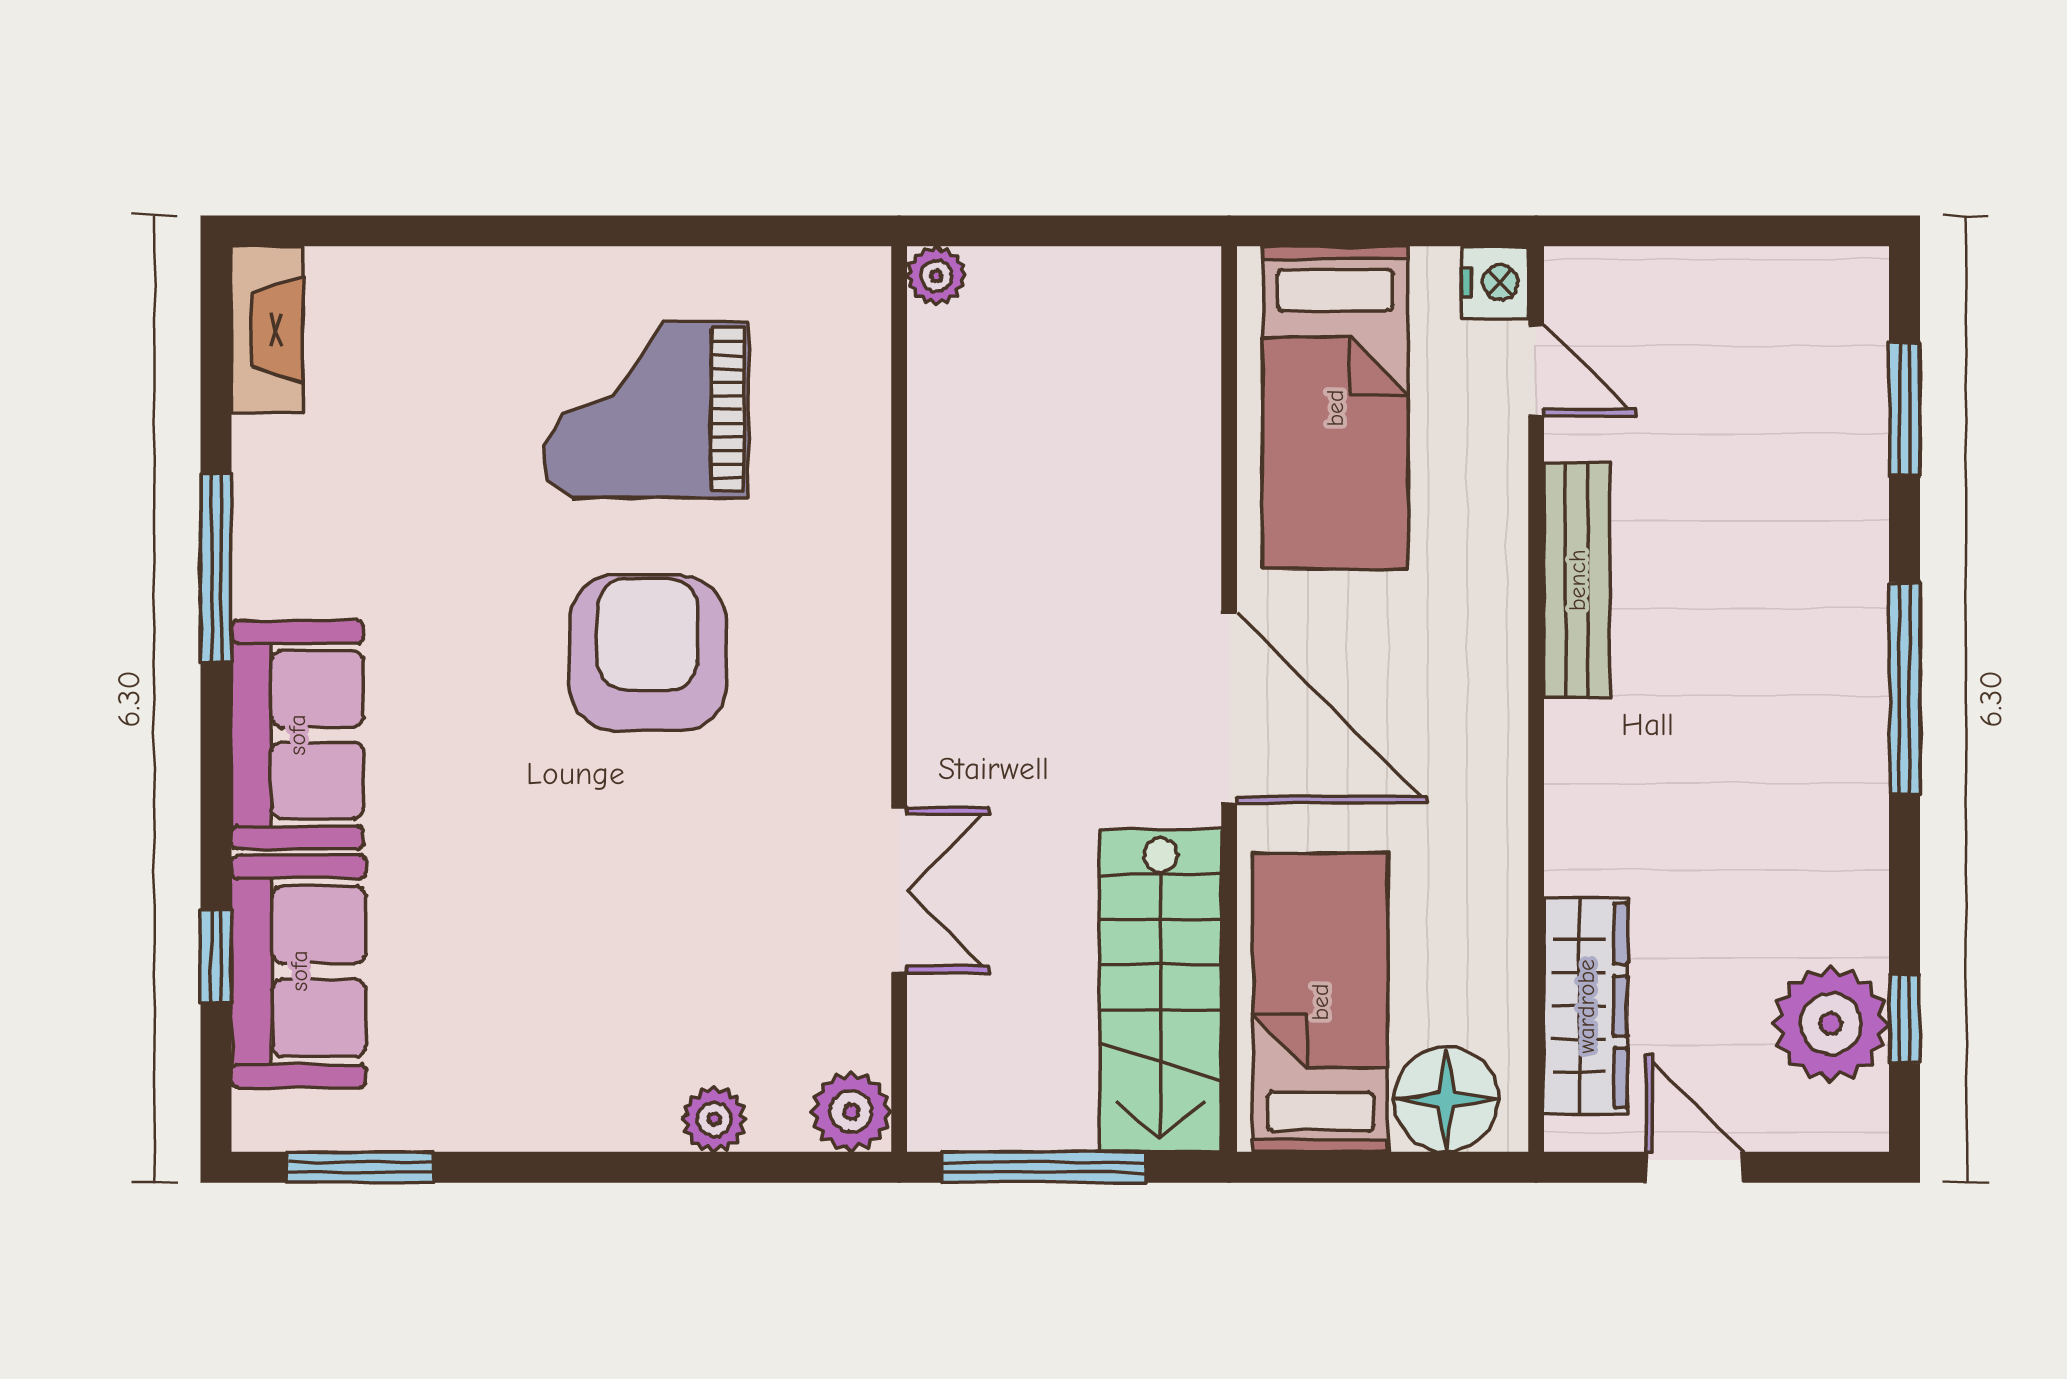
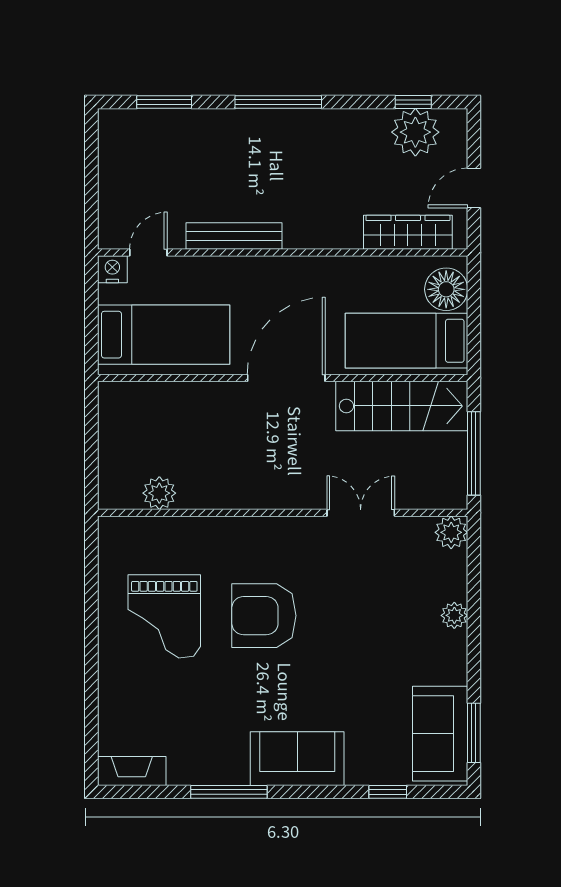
plant: (936, 276) -> (159, 493), moved, width x1.38, depth x1.38
sofa: (299, 971) -> (440, 734), moved, turned -90
plant: (714, 1119) -> (454, 615), moved

